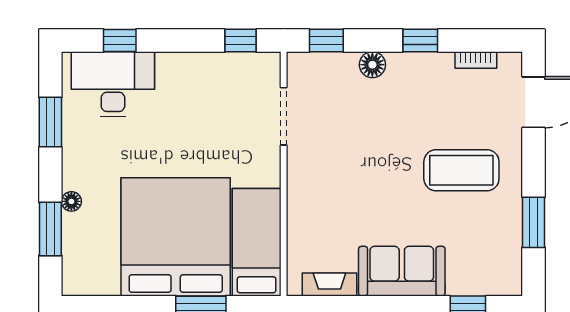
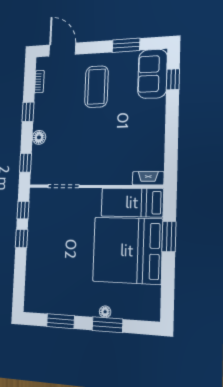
window: (120, 41) -> (21, 239), moved
desk: (113, 84) -> (42, 283), removed
window: (50, 229) -> (107, 325), moved
sofa: (402, 271) -> (152, 74), moved
fireplace: (329, 284) -> (148, 178), moved, turned 90

